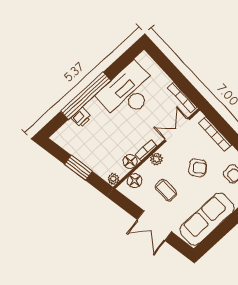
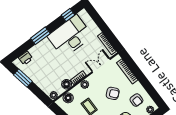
window: (122, 62) -> (68, 15), added
window: (86, 96) -> (40, 36), width x0.47
printer: (81, 118) -> (26, 58), moved
window: (78, 168) -> (23, 78), moved

